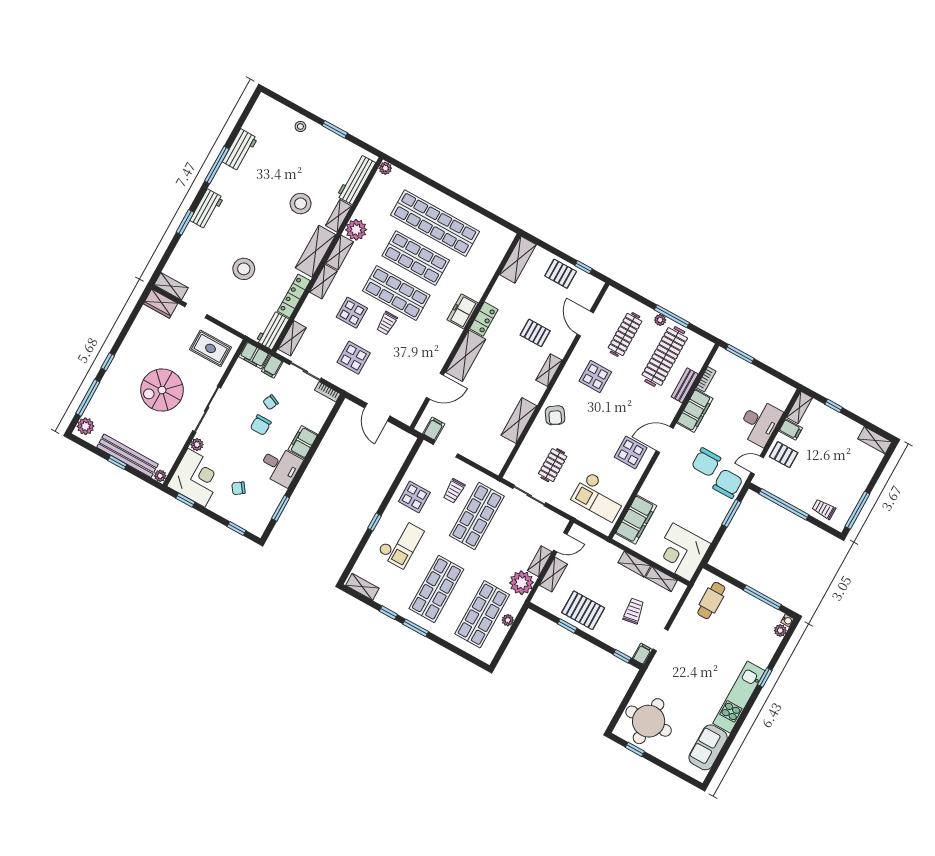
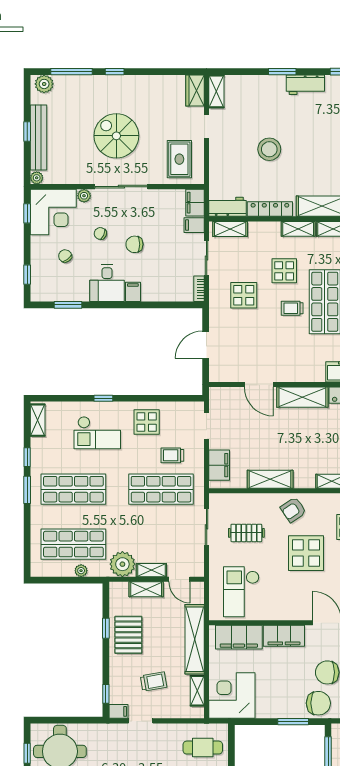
chair: (271, 402) -> (100, 233), moved
filing cabinet: (434, 429) -> (219, 465), moved, width x2.00
filing cabinet: (303, 442) -> (133, 292), width x0.50
display table: (631, 452) -> (306, 553), moved, width x1.36, depth x1.36
filing cabinet: (656, 481) -> (284, 636), added
shelving: (634, 564) -> (195, 639), width x2.20, depth x1.33

